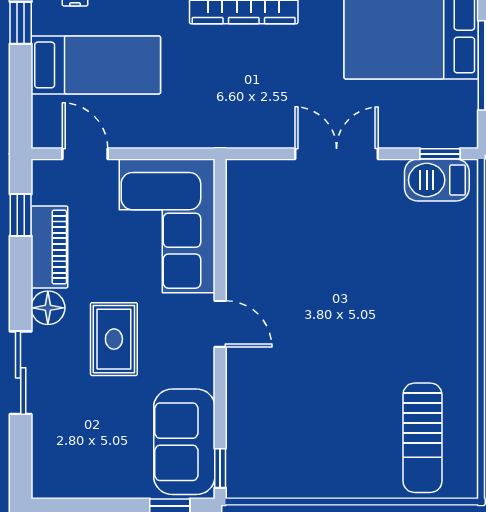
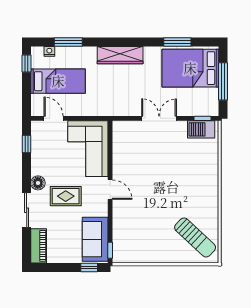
piano: (49, 247) -> (39, 246), moved
rug: (114, 339) -> (66, 196), turned 90
sun lounger: (422, 438) -> (195, 237), turned -47

